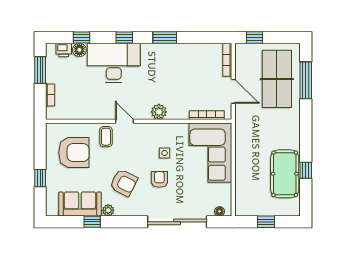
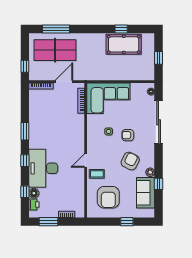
plant: (159, 112) -> (79, 136), removed
armchair: (74, 153) -> (108, 197), turned 180

